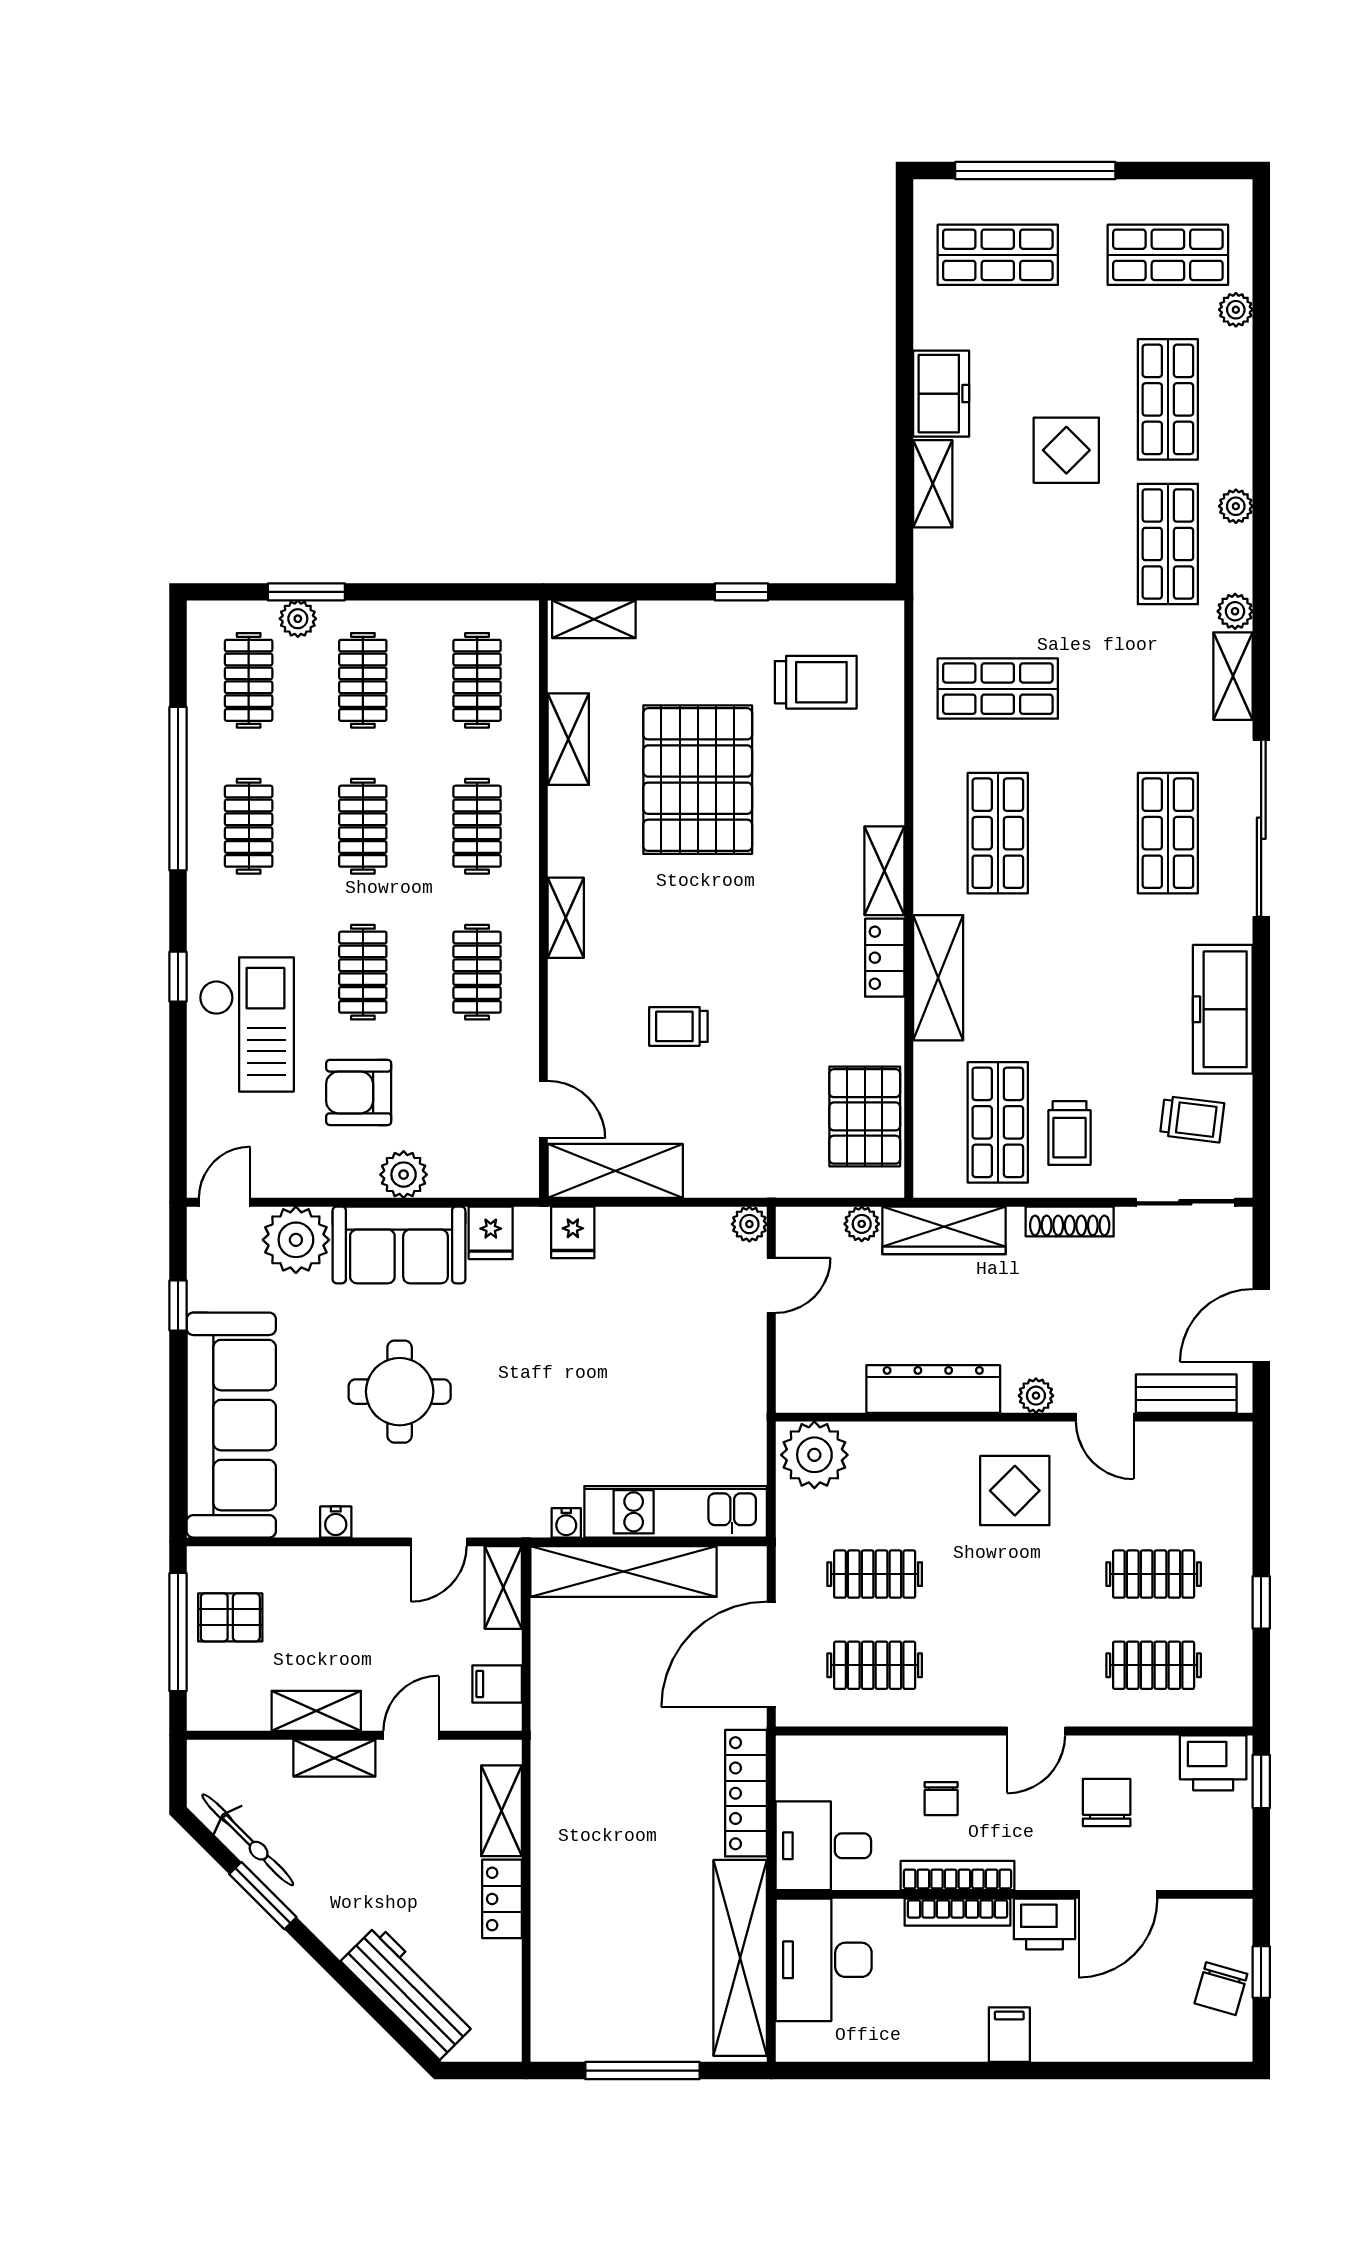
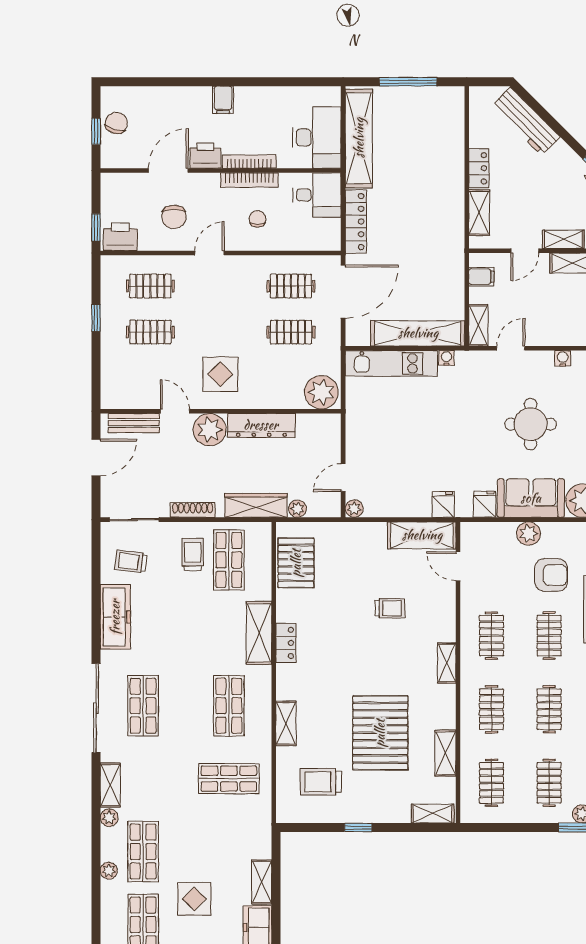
shelving: (884, 871) -> (286, 723), moved
plant: (1036, 1396) -> (210, 430), width x1.88, depth x1.88

